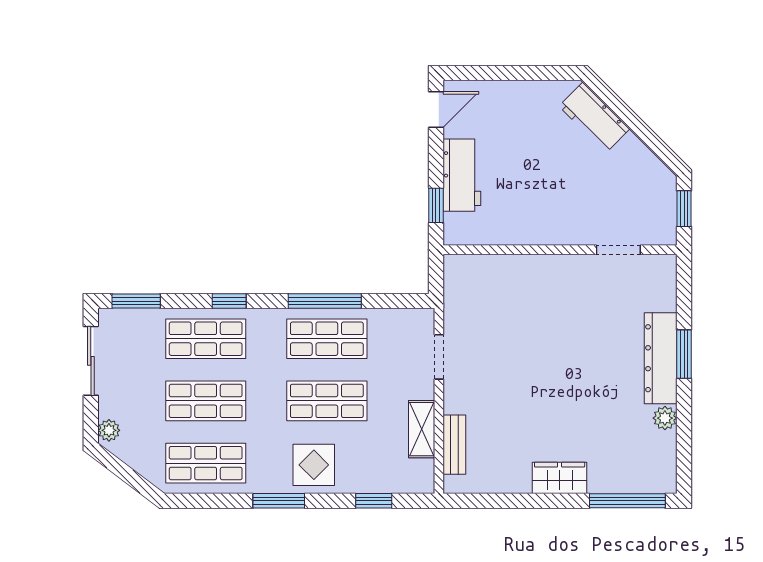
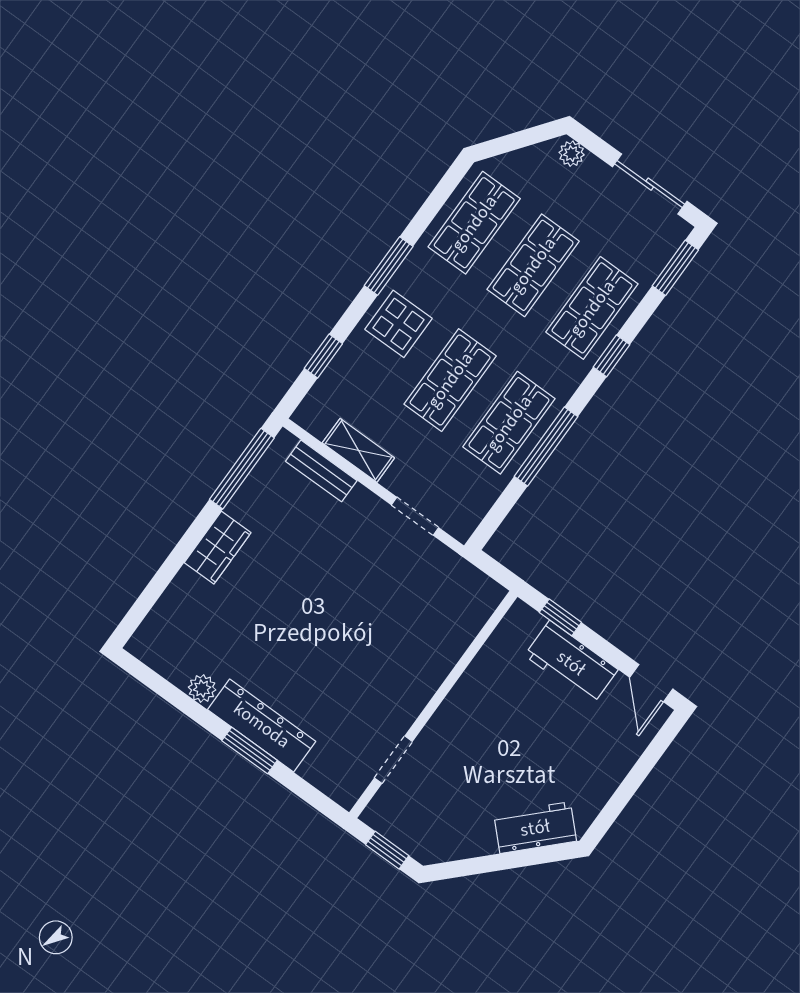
window: (627, 501) -> (242, 469), moved

